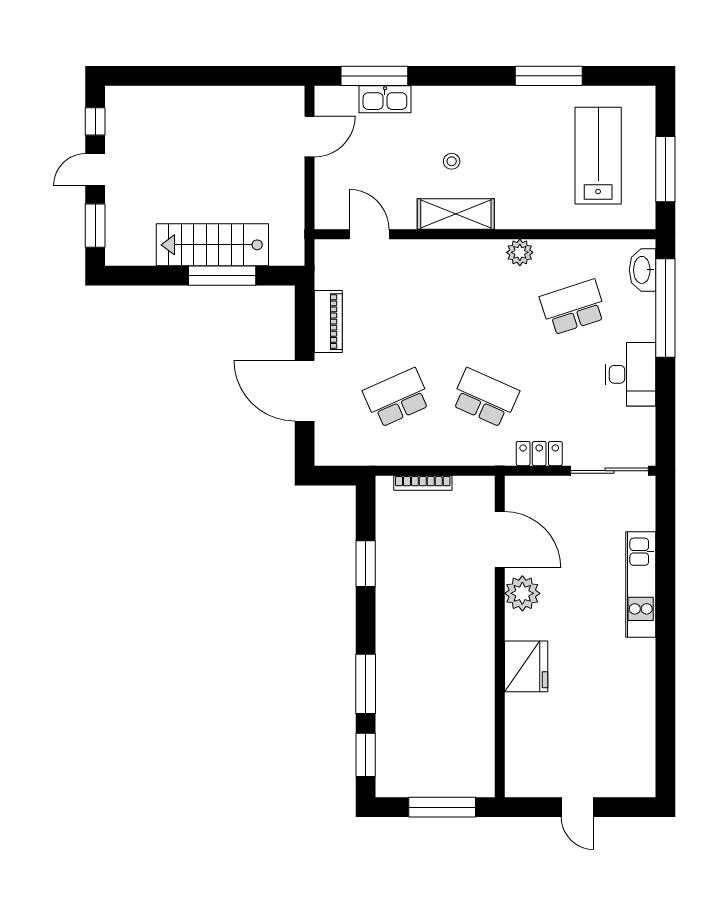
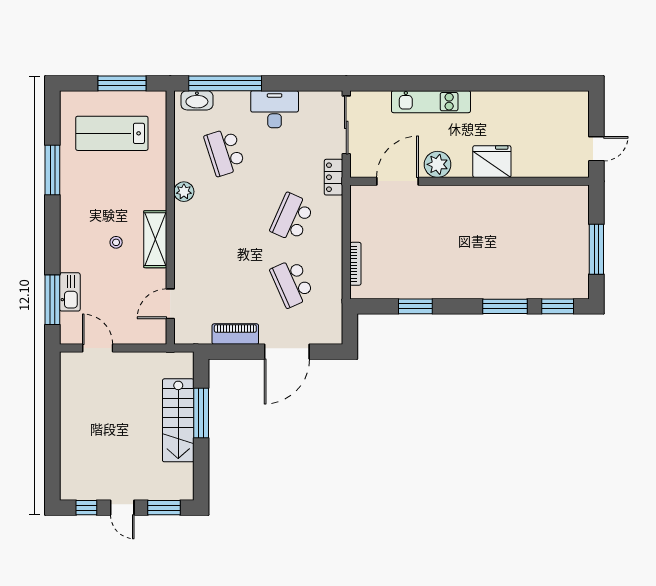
door: (500, 540) -> (397, 181), moved
plant: (522, 593) -> (438, 164), moved
wall: (500, 636) -> (470, 181), moved
fridge: (526, 666) -> (492, 162), moved

